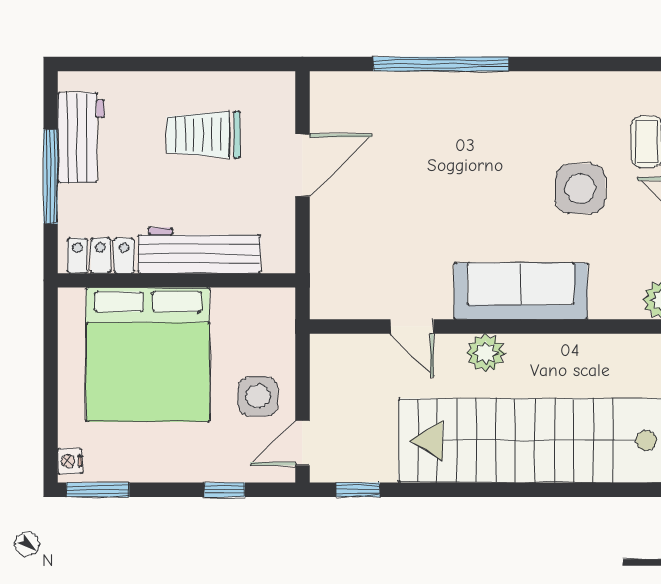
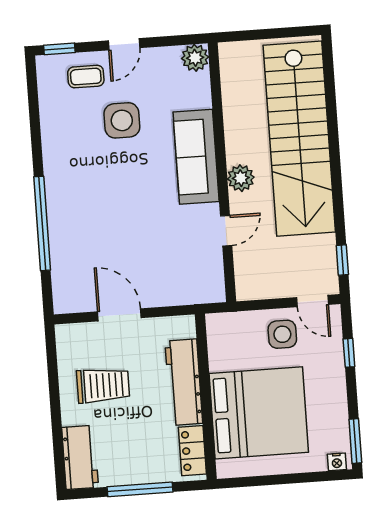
trolley: (203, 135) -> (103, 385), turned -90
workbench: (81, 137) -> (80, 457), moved, turned 90

